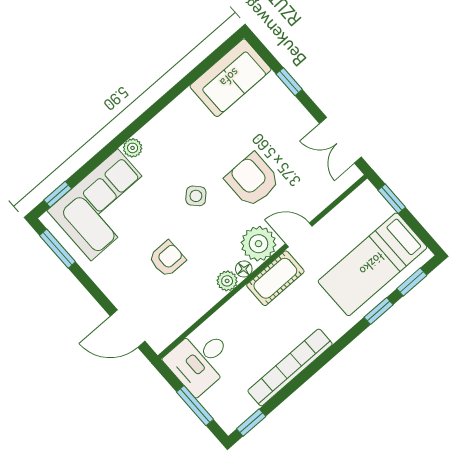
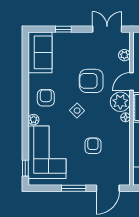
armchair: (176, 139) -> (46, 98), added
double door: (341, 140) -> (107, 29), swing flipped
window: (58, 249) -> (74, 188), moved
plant: (227, 281) -> (124, 55), moved

